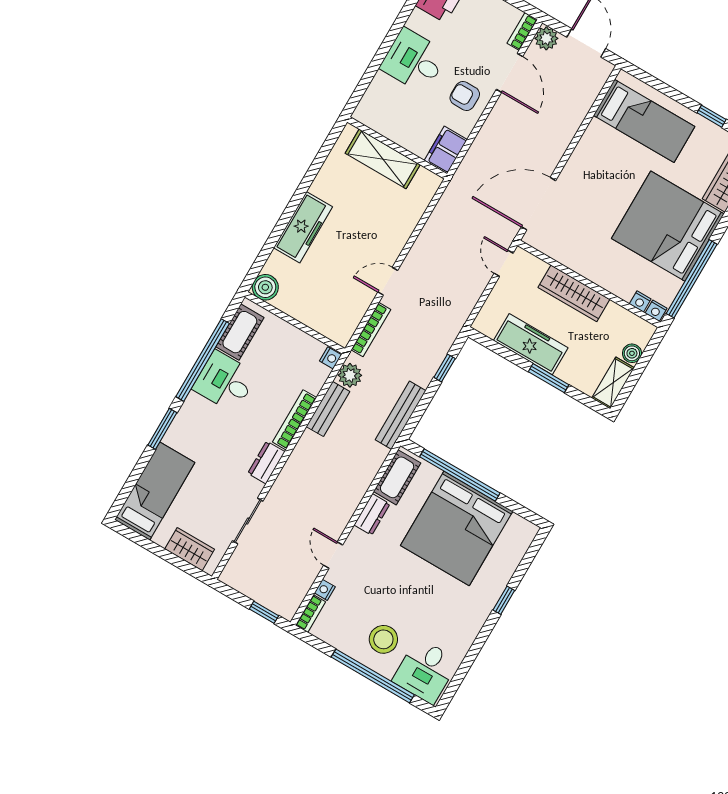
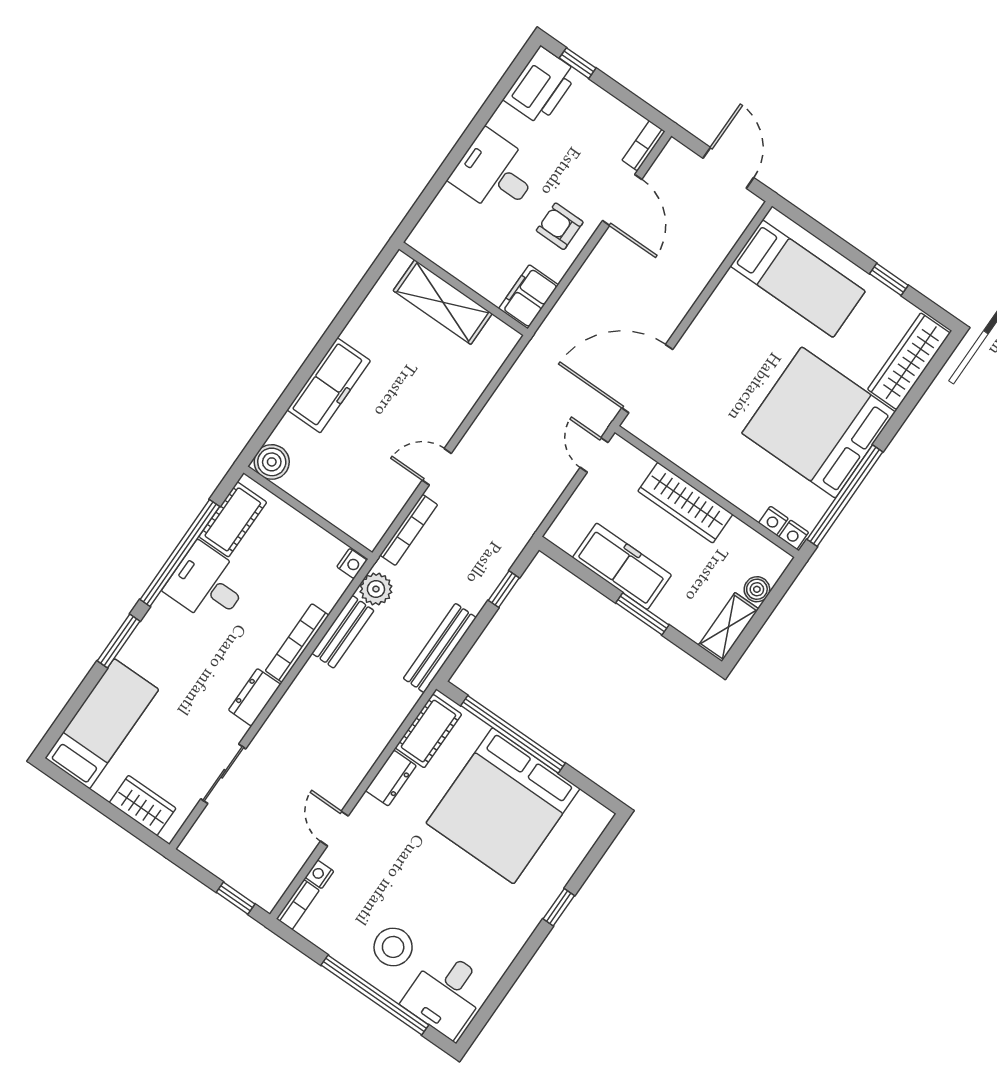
plant: (546, 38) -> (675, 158), removed

